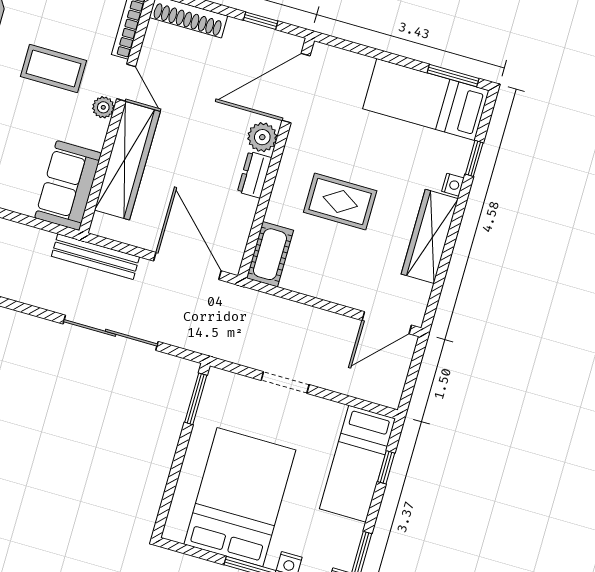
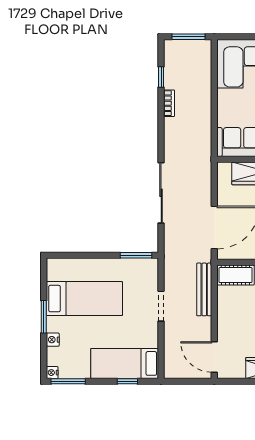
bench: (95, 257) -> (204, 289), moved
bed: (240, 497) -> (84, 299), width x0.67

